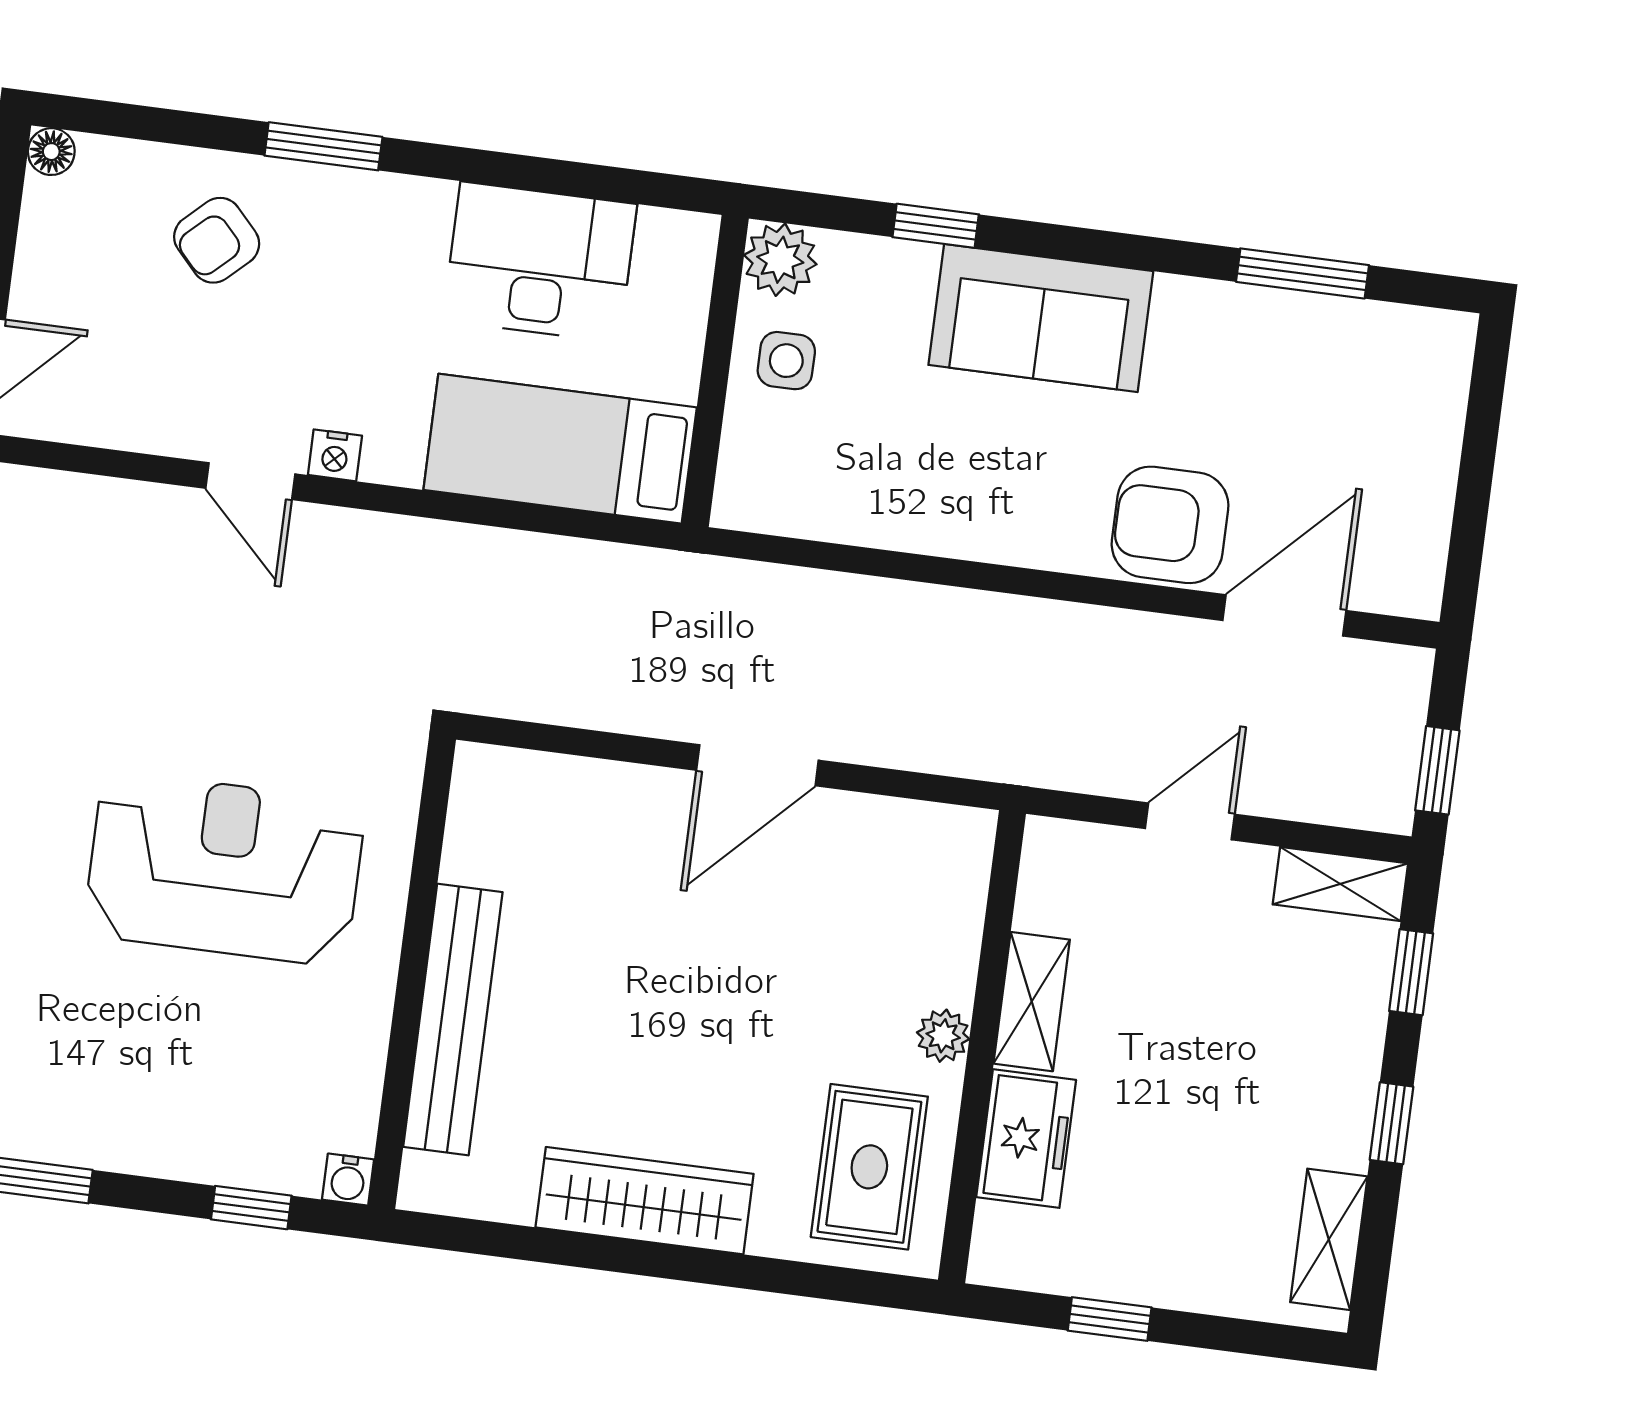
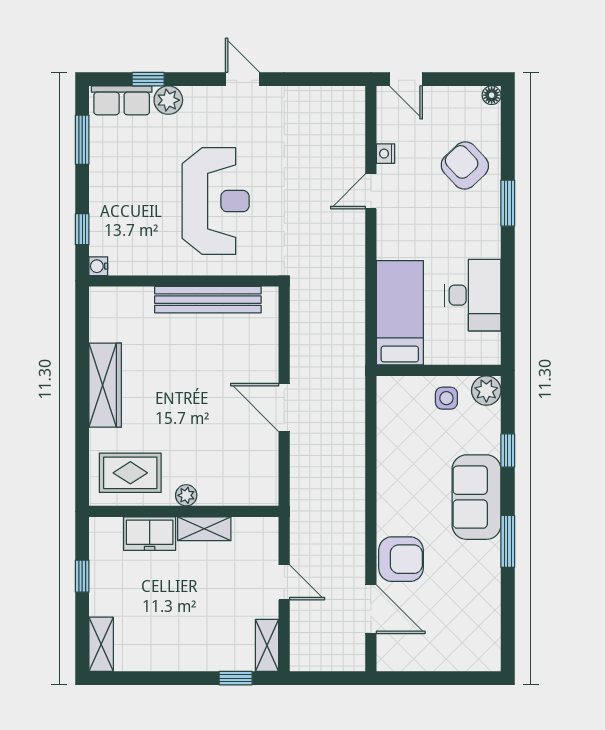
armchair: (217, 240) -> (465, 165), width x1.38, depth x1.38
window: (1302, 273) -> (508, 541), moved
nightstand: (335, 455) -> (386, 154), moved
armchair: (1170, 525) -> (401, 559), turned 90
window: (1437, 770) -> (317, 678), removed
bench: (453, 1020) -> (208, 300), moved
window: (1391, 1123) -> (175, 678), removed
shelving: (1329, 1239) -> (101, 644), moved, turned 90

